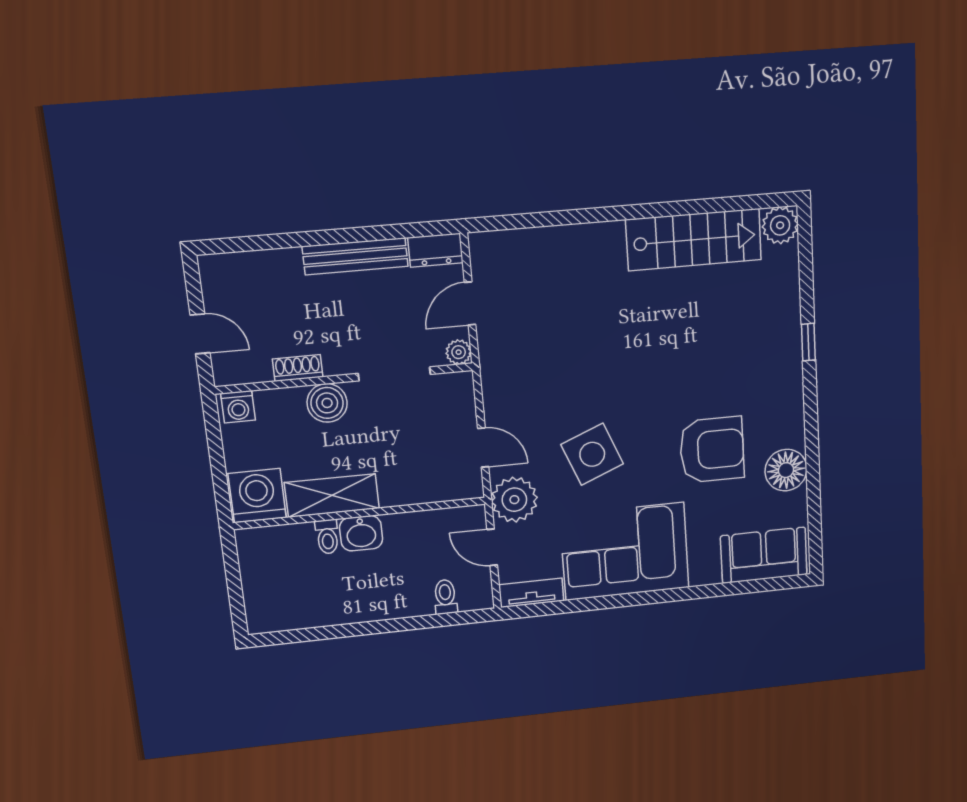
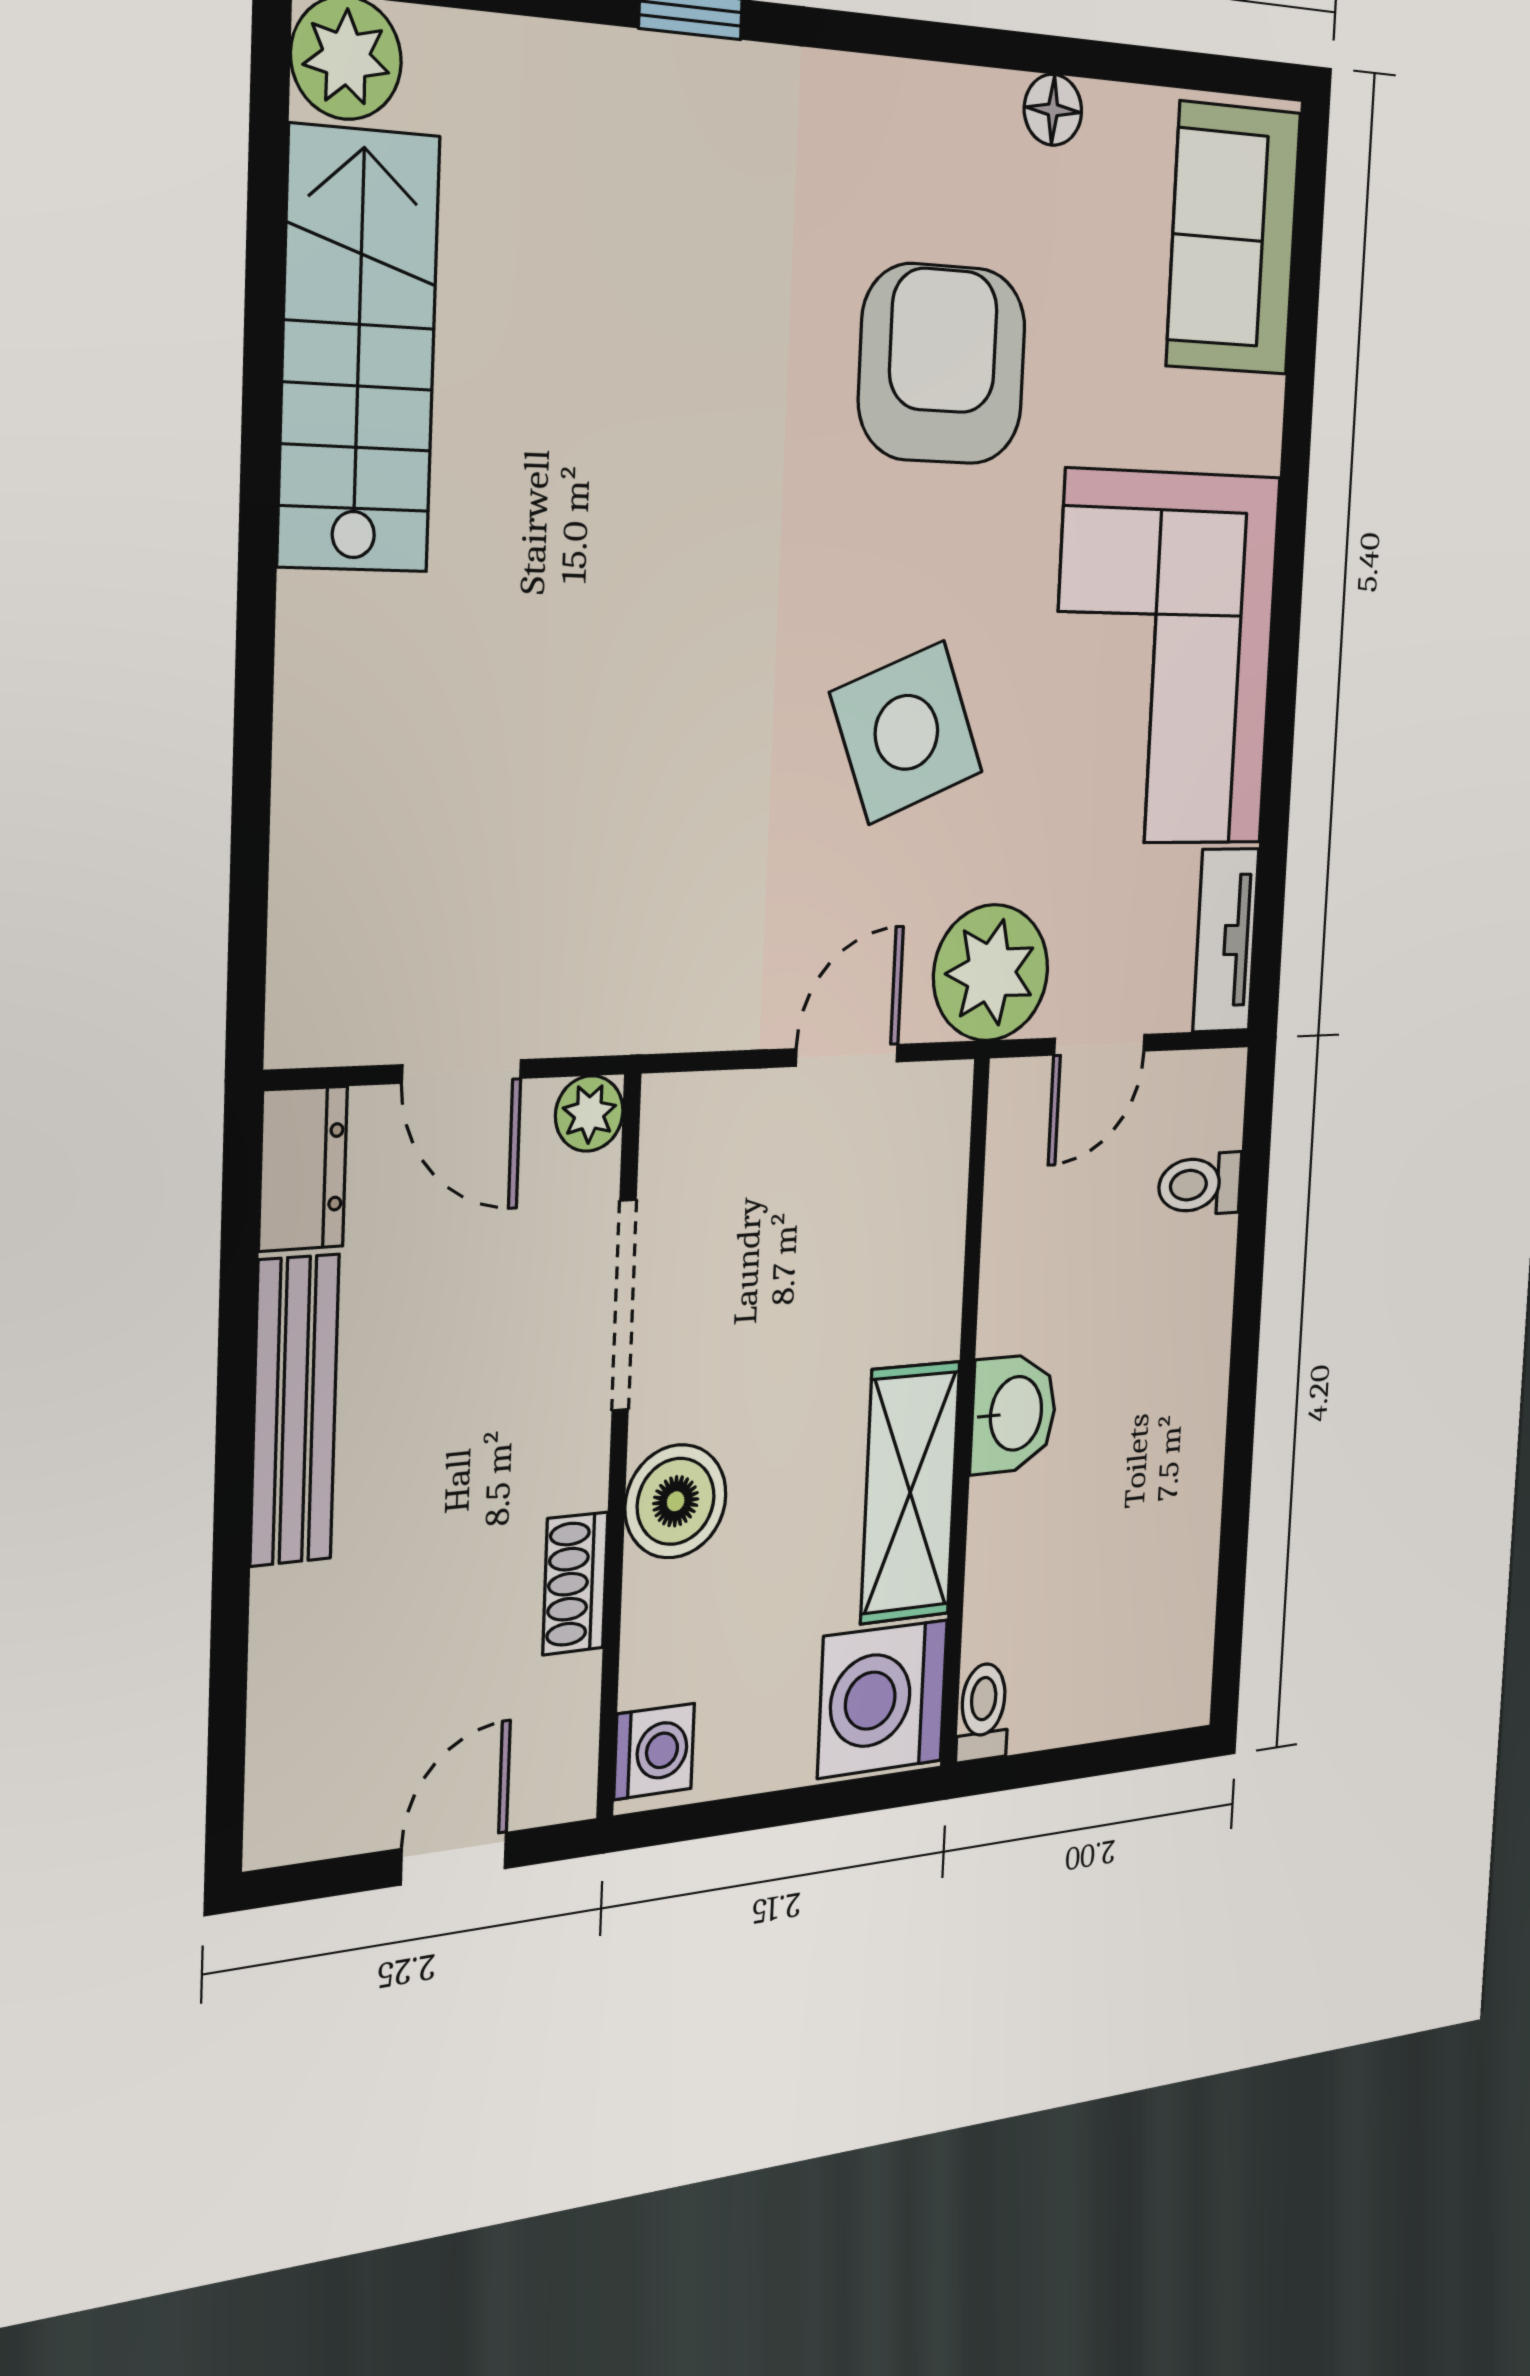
floor lamp: (786, 470) -> (1053, 110), width x0.53, depth x0.53
toilet: (327, 537) -> (983, 1712), moved, turned -90

